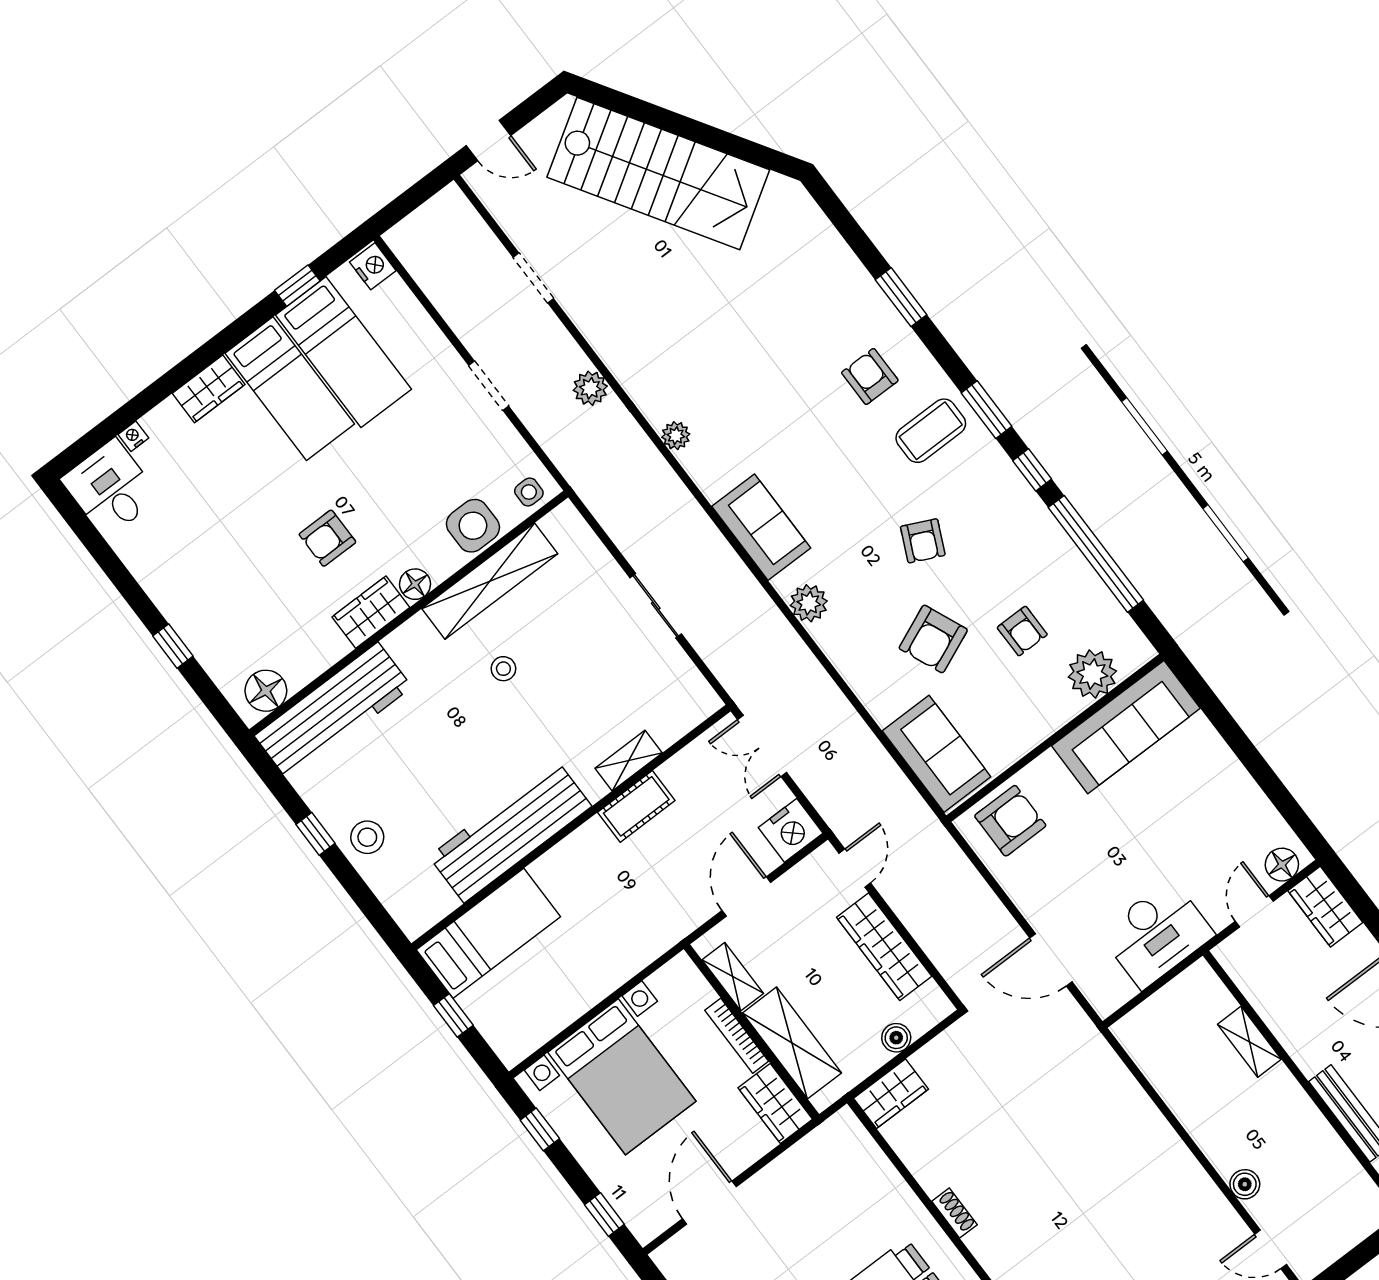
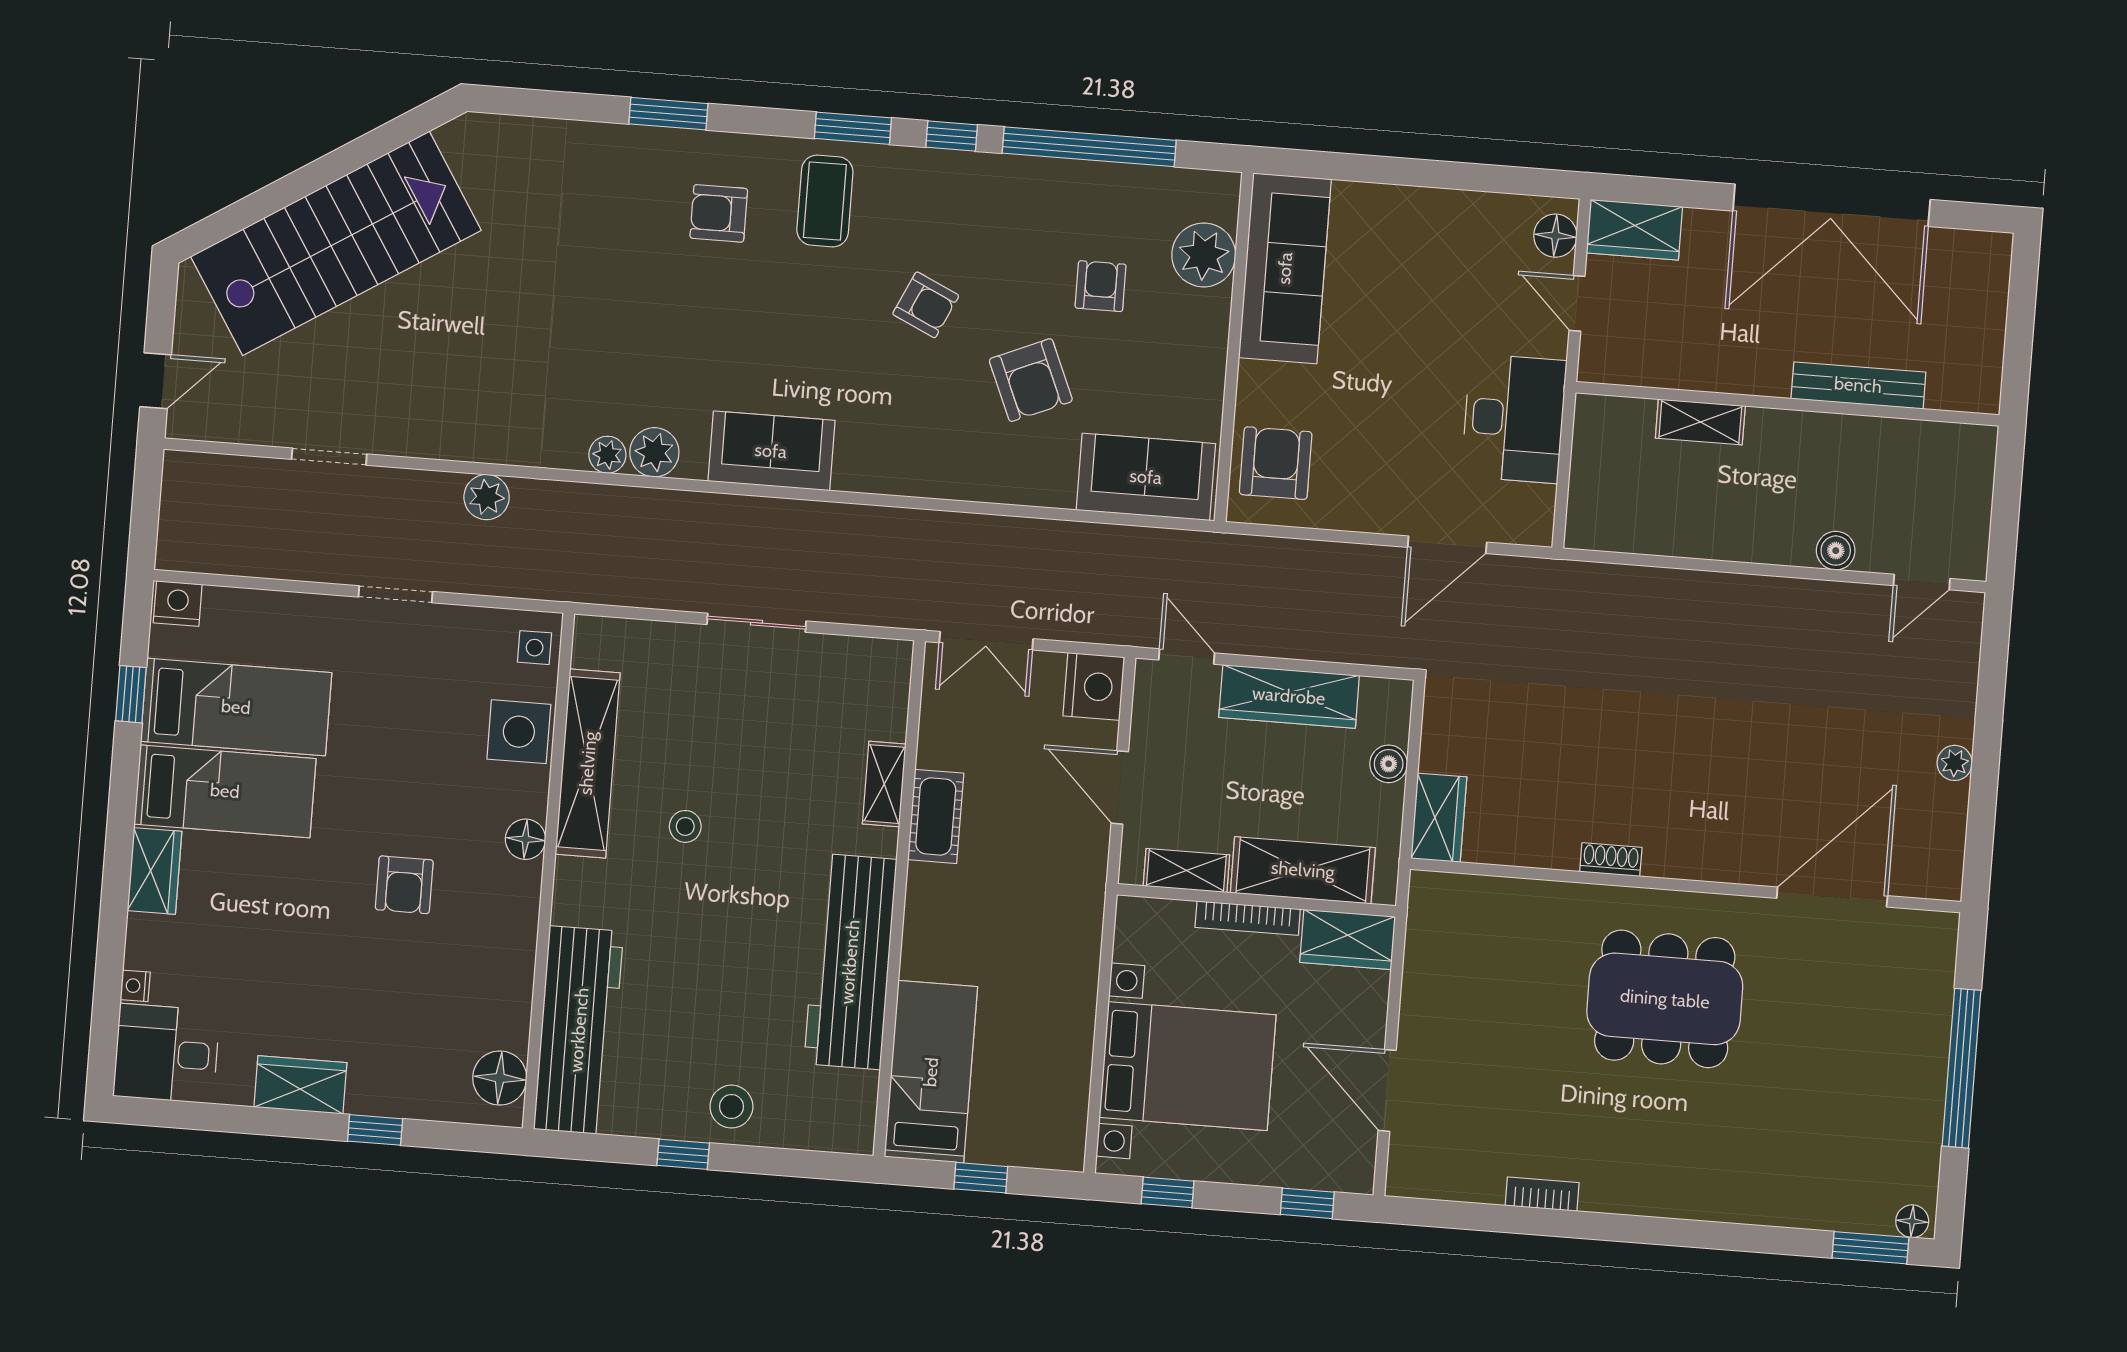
plant: (809, 603) -> (654, 452), moved
wardrobe: (371, 612) -> (300, 1085), moved, turned 90
armchair: (1022, 631) -> (1101, 286), turned -90

